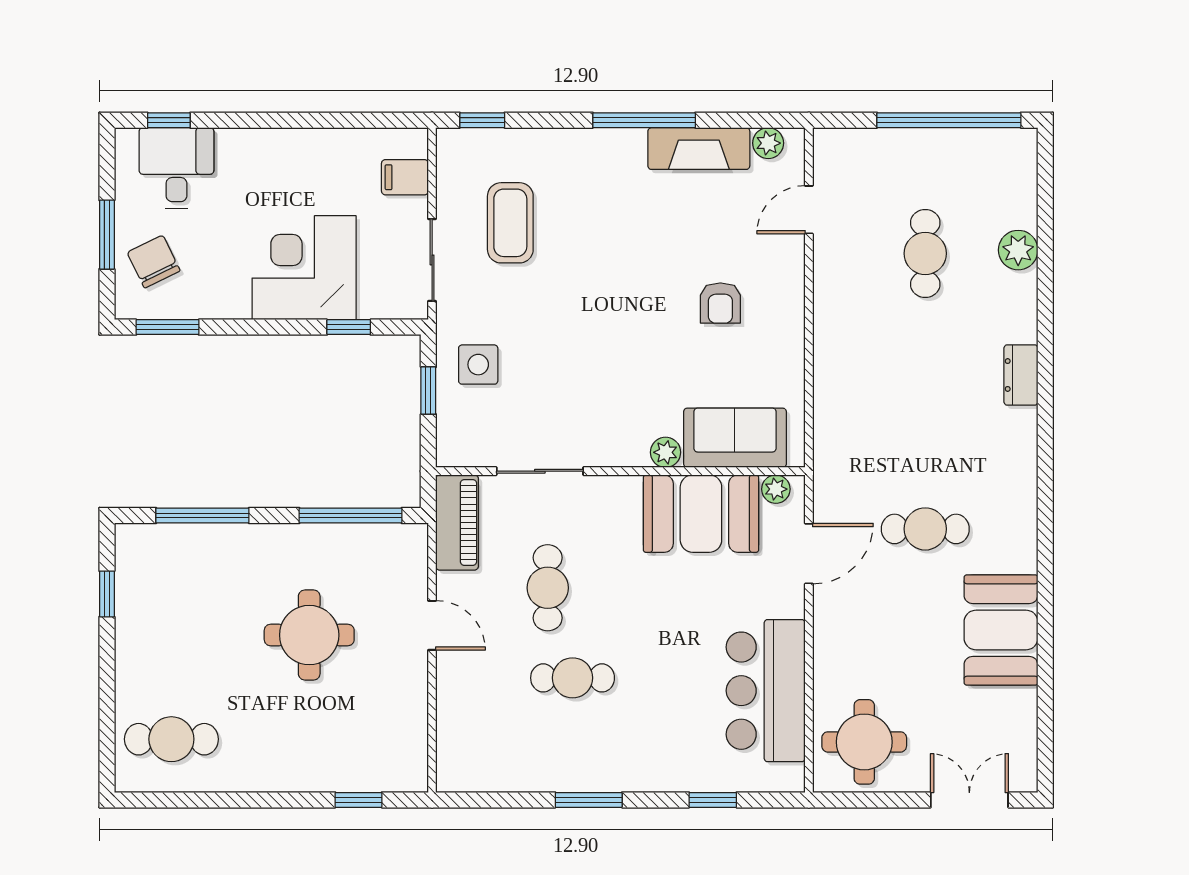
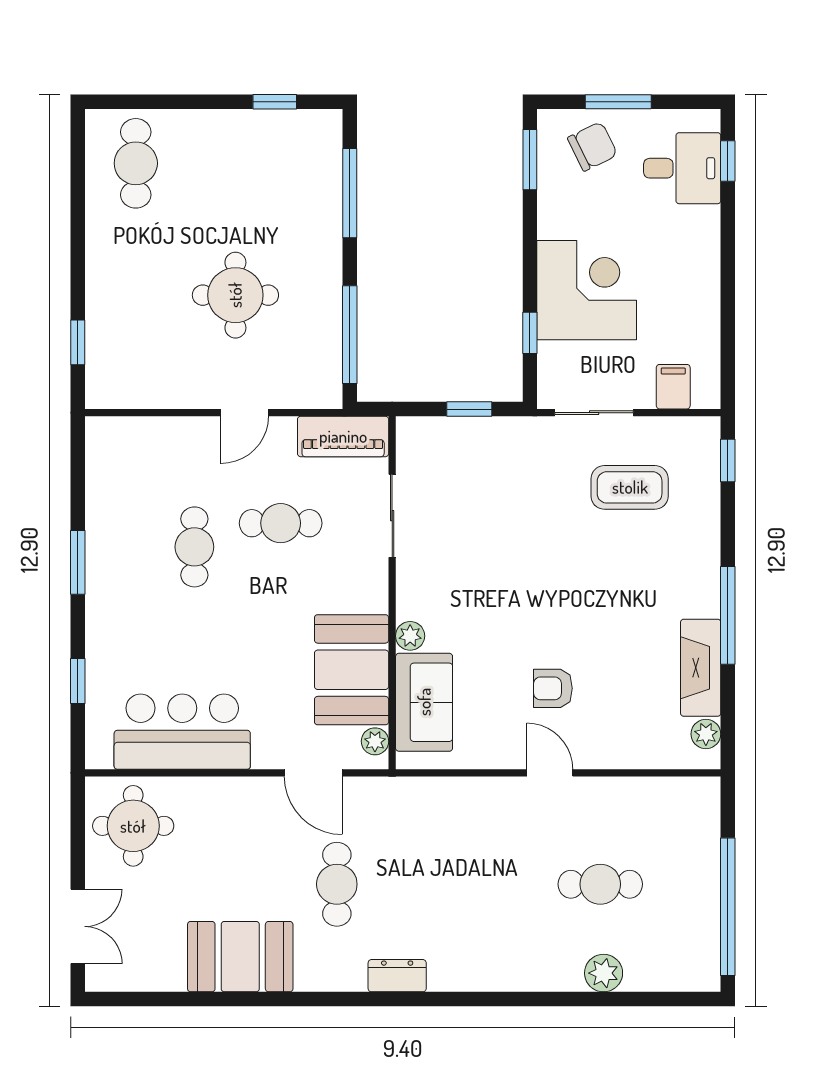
door: (809, 210) -> (550, 773), moved
side table: (478, 365) -> (494, 457), removed
dresser: (1021, 375) -> (397, 976), moved

